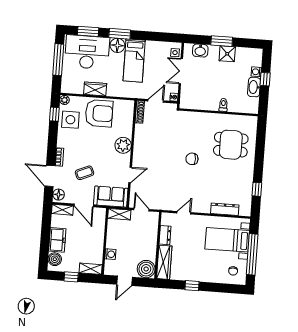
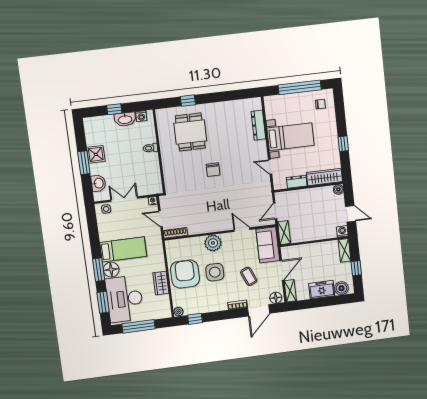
double door: (181, 71) -> (124, 199), swing flipped
washing machine: (256, 72) -> (141, 116), moved
side table: (70, 120) -> (215, 272), moved
window: (257, 189) -> (188, 101), moved
bed with nightstands: (227, 240) -> (291, 137), moved, turned -90
washing machine: (110, 254) -> (342, 231), moved
boiler: (146, 269) -> (338, 189), width x0.54, depth x0.54

